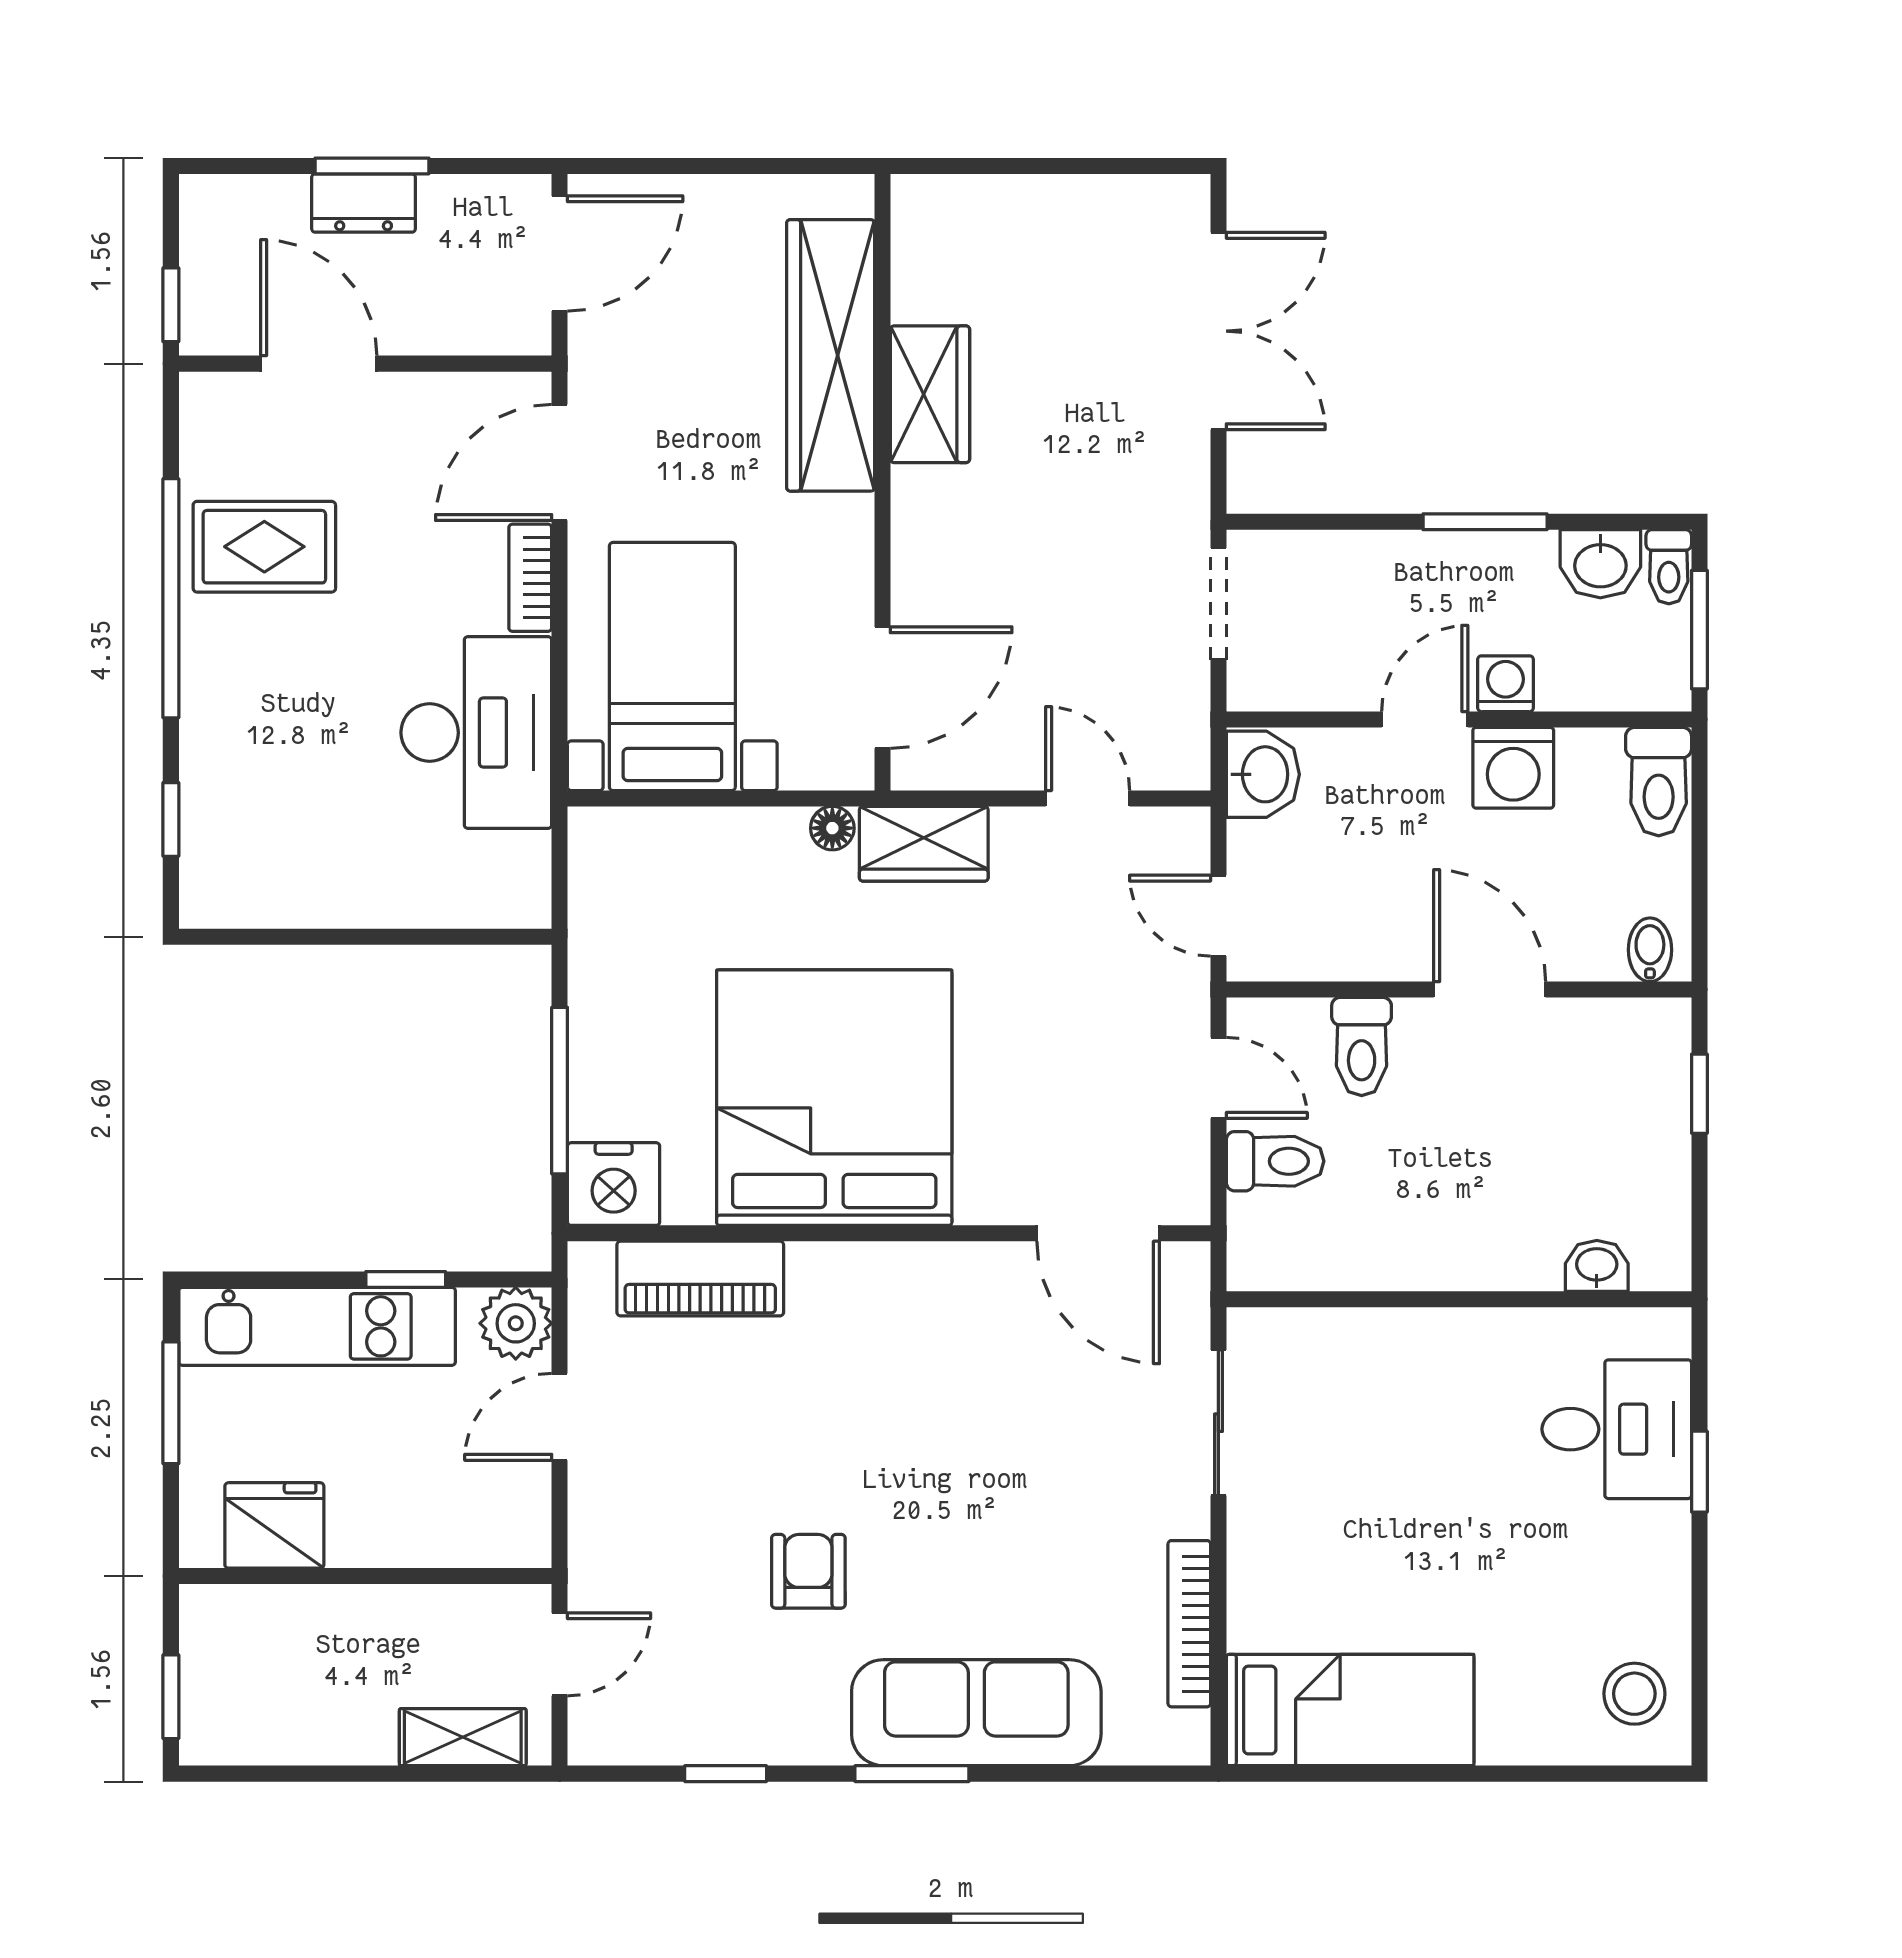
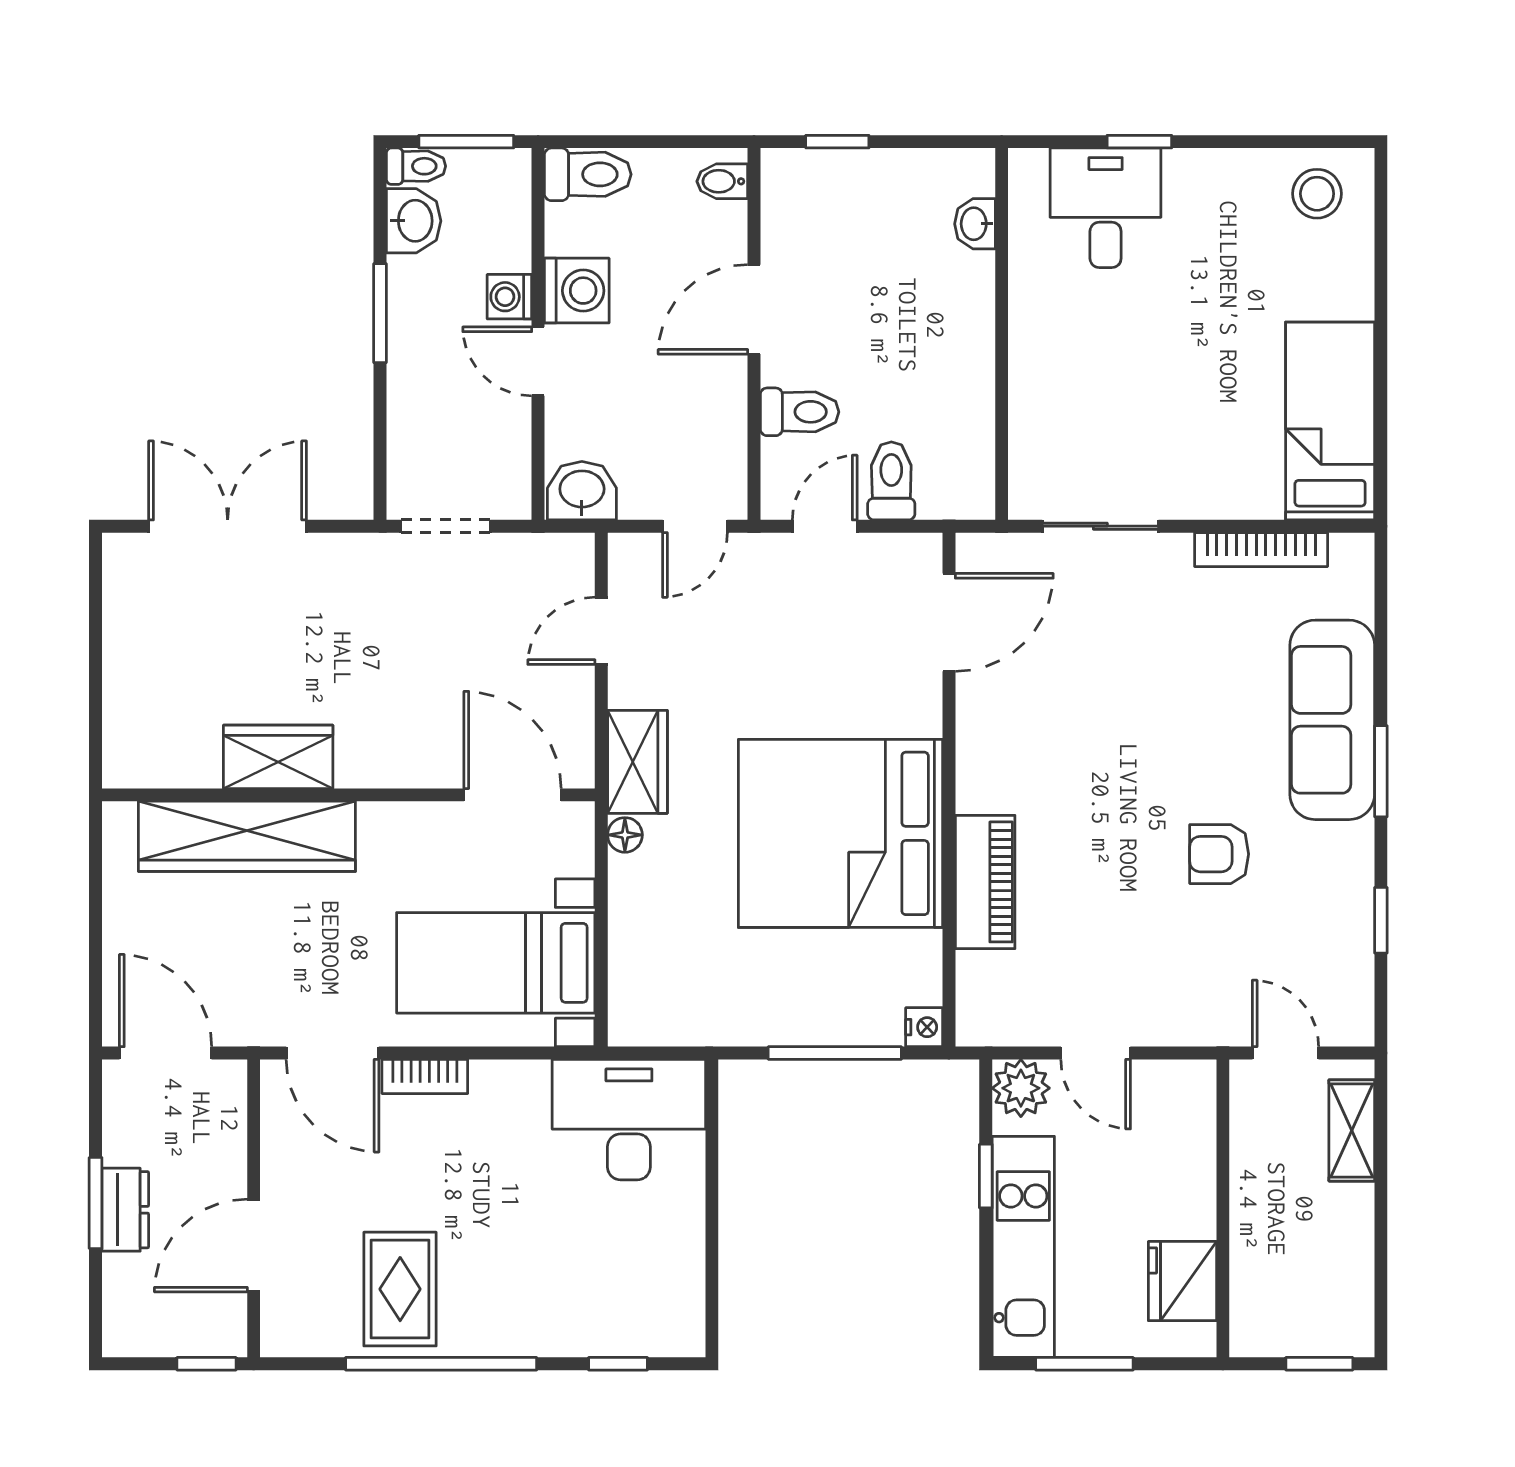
desk: (476, 733) -> (629, 1120), moved
nightstand: (614, 1184) -> (924, 1027), width x0.53, depth x0.56
piano: (700, 1279) -> (985, 882), moved

